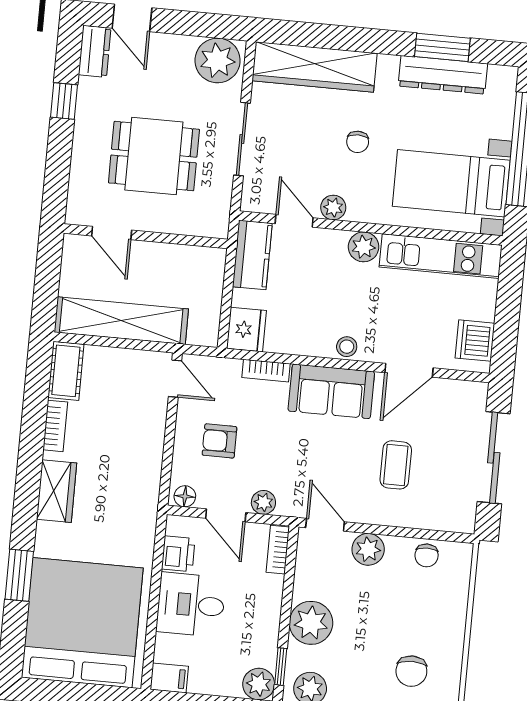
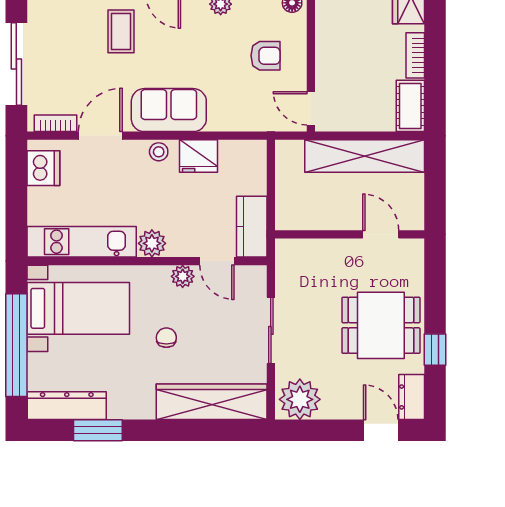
dresser: (443, 75) -> (67, 406), moved
dining table: (154, 156) -> (381, 325), moved
fridge: (246, 330) -> (199, 156), moved, turned -90
bookcase: (266, 371) -> (56, 123), moved
coffee table: (396, 465) -> (121, 31), moved

